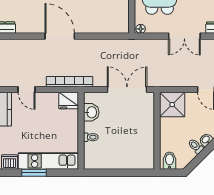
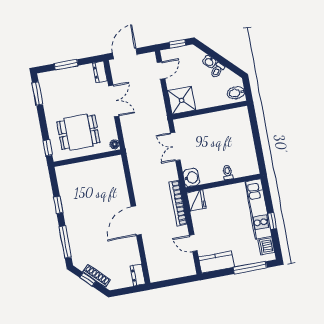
door: (26, 89) -> (193, 243), swing flipped
double door: (127, 89) -> (175, 146), width x0.73
washbasin: (91, 112) -> (191, 178), moved, turned 90
window: (34, 173) -> (272, 221), width x0.67

